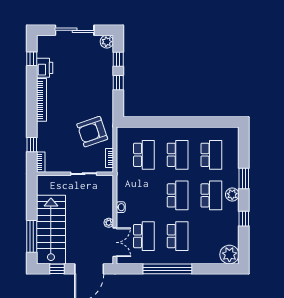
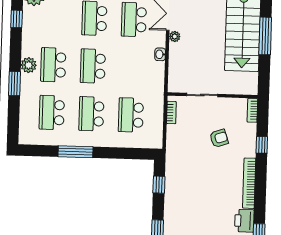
window: (118, 83) -> (159, 185), moved
window: (190, 122) -> (75, 152), added
armchair: (92, 132) -> (219, 138), moved, width x0.53, depth x0.53
window: (32, 145) -> (262, 145), moved
window: (244, 219) -> (17, 19), moved
window: (32, 236) -> (265, 36), moved

